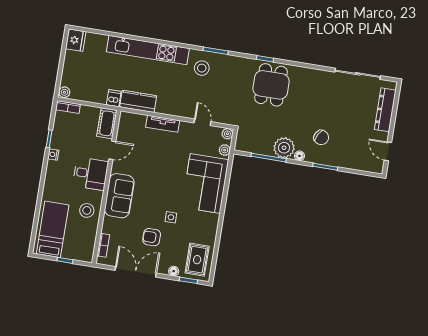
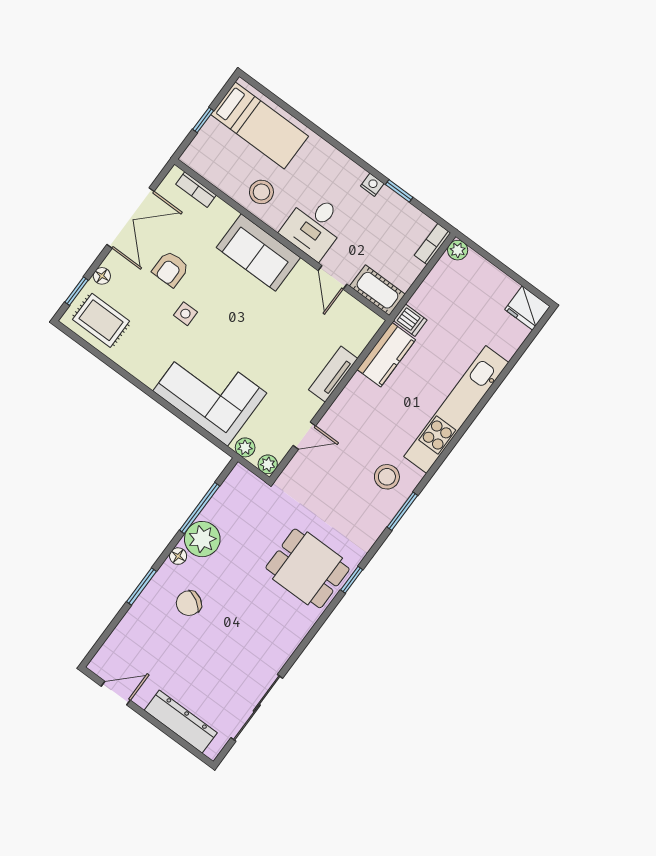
armchair: (152, 237) -> (171, 269), turned 180

